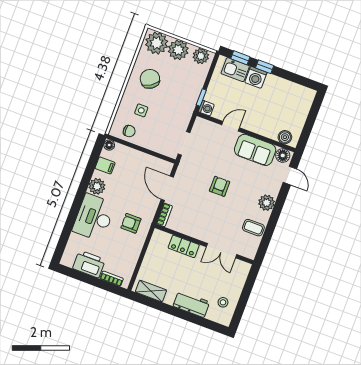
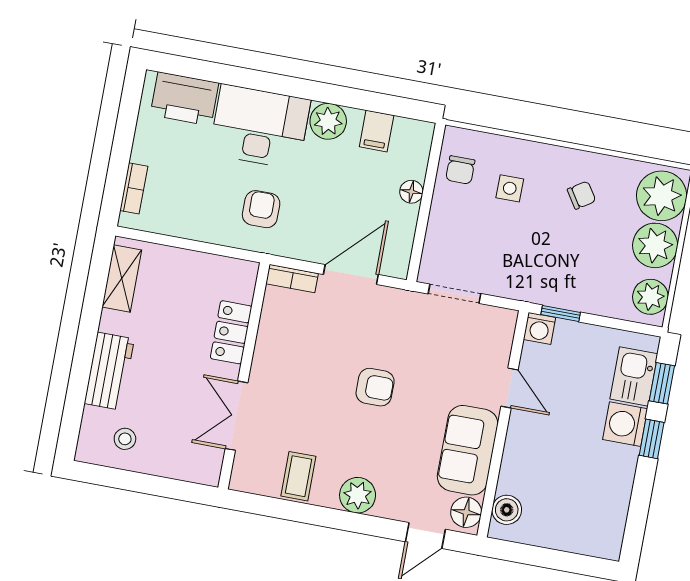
chair: (150, 79) -> (582, 195), width x0.54, depth x0.54
floor lamp: (109, 145) -> (411, 192), moved
printer: (89, 264) -> (184, 99), moved, turned 90

